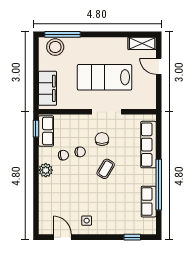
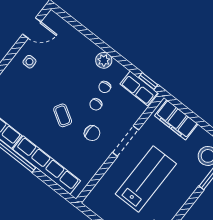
doorway: (107, 112) -> (126, 141), moved
row of seats: (148, 145) -> (47, 165), width x1.36

